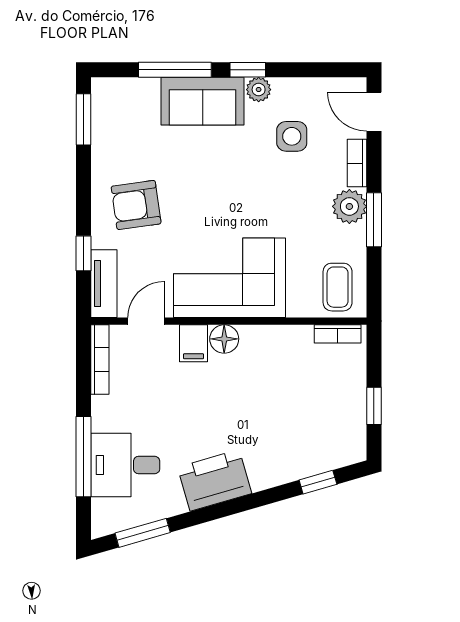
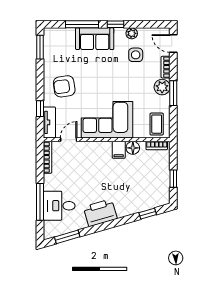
plant: (259, 90) -> (132, 33), moved
floor lamp: (224, 339) -> (133, 148), moved
filing cabinet: (193, 343) -> (119, 150), moved

